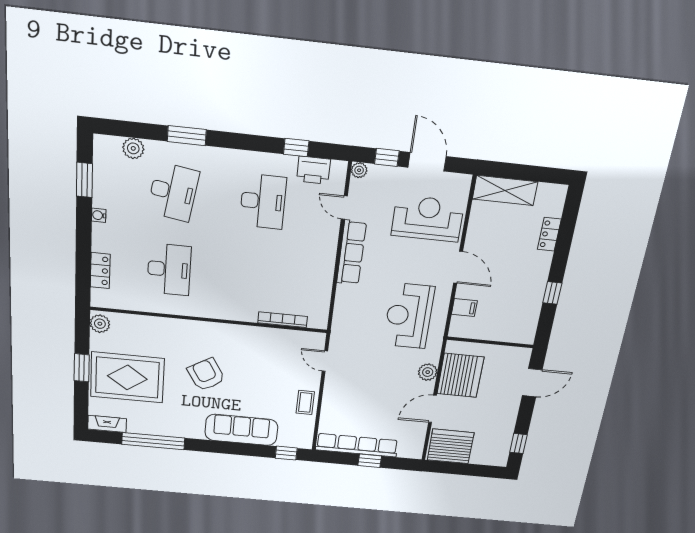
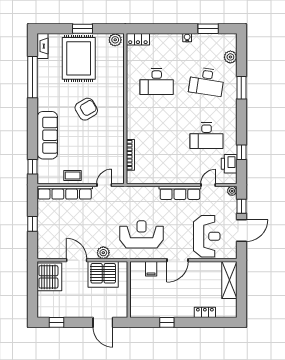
locker: (100, 271) -> (138, 39), moved
row of seats: (357, 445) -> (65, 193), moved, turned 90

